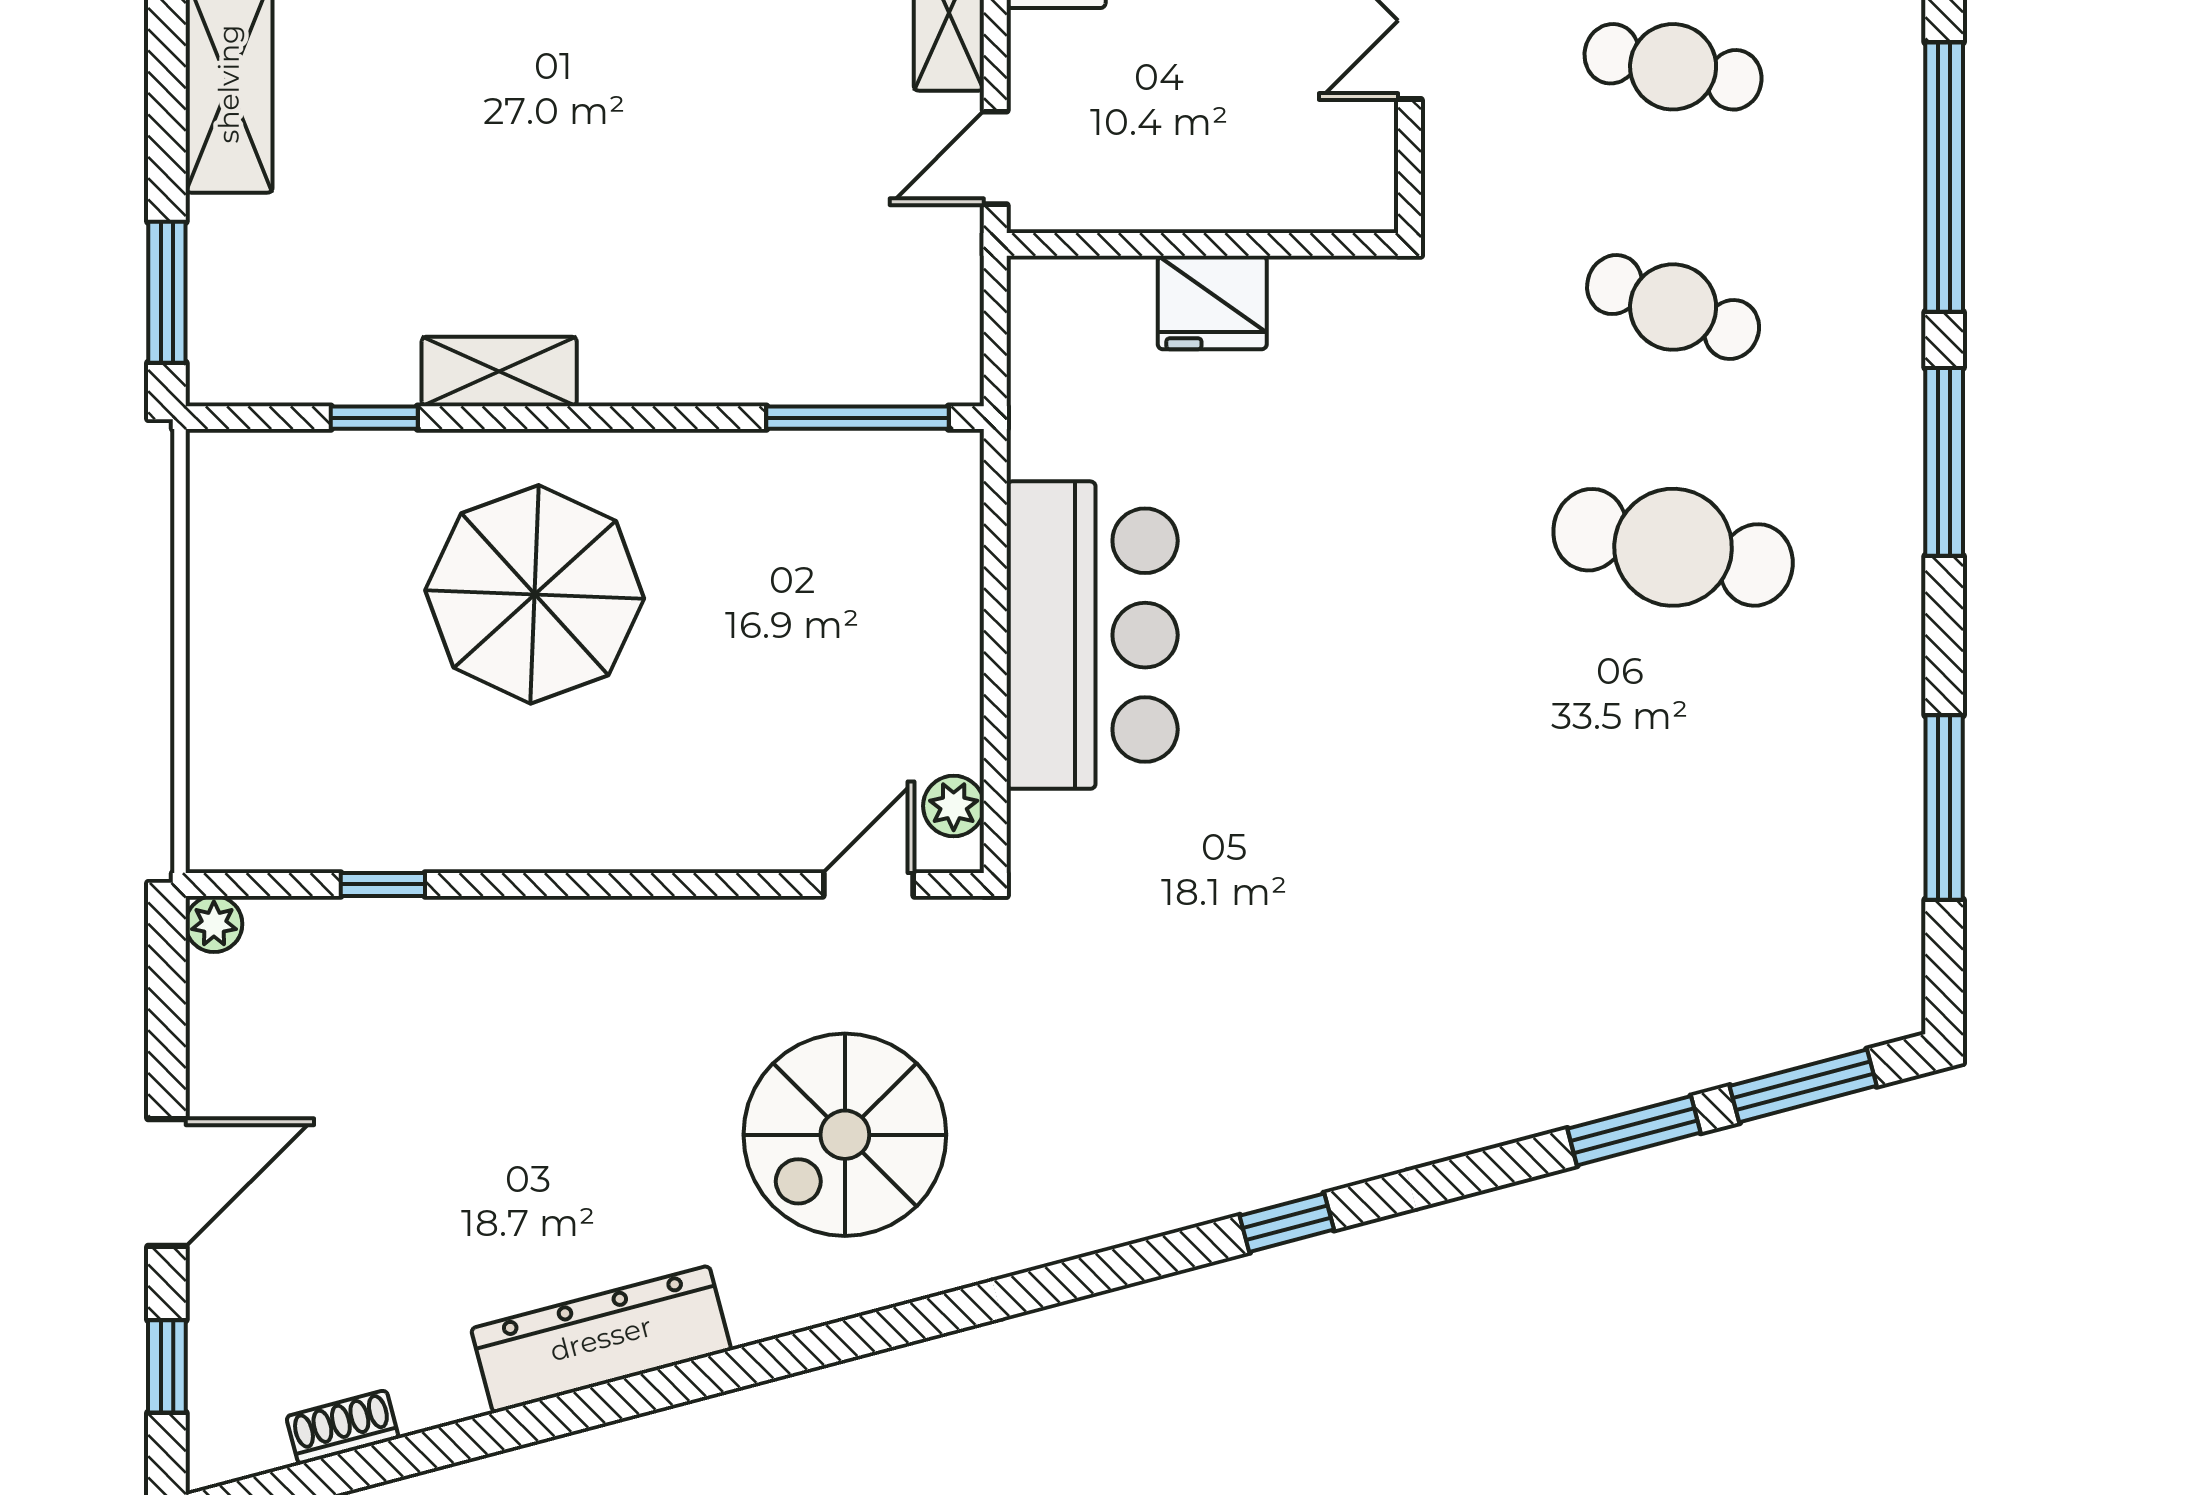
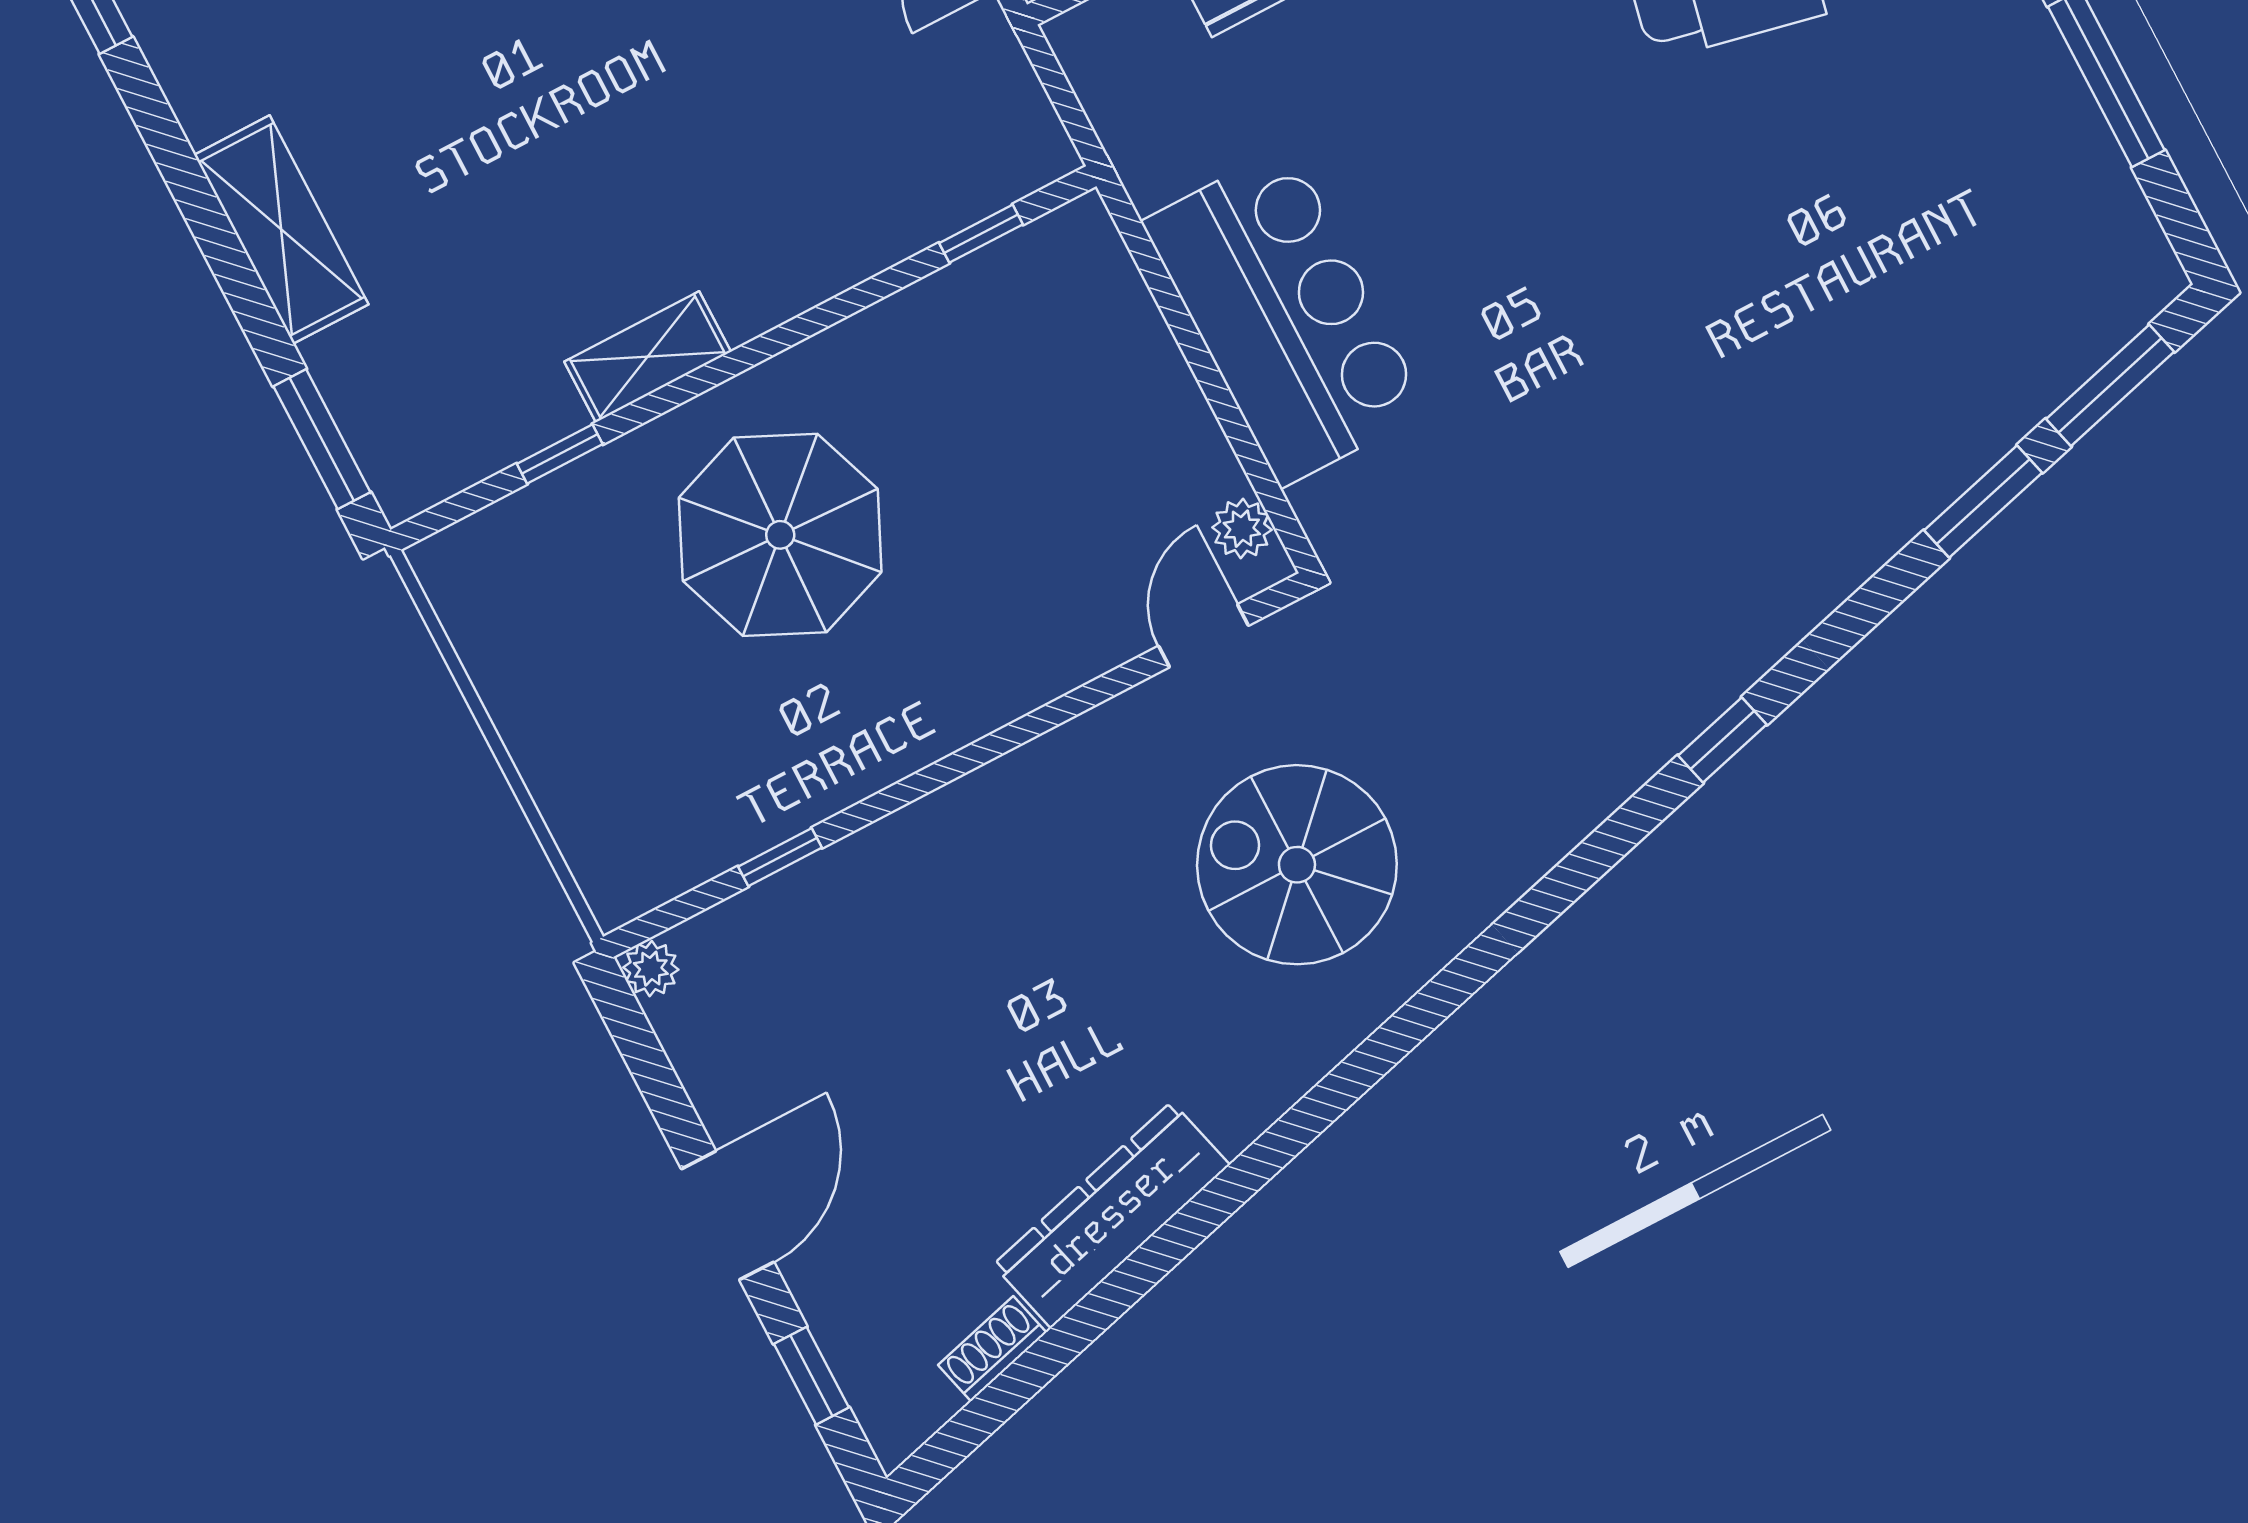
window: (857, 418) -> (981, 234), width x0.46
spiral stairs: (845, 1135) -> (1297, 865), turned 90
dresser: (601, 1339) -> (1111, 1215), moved

